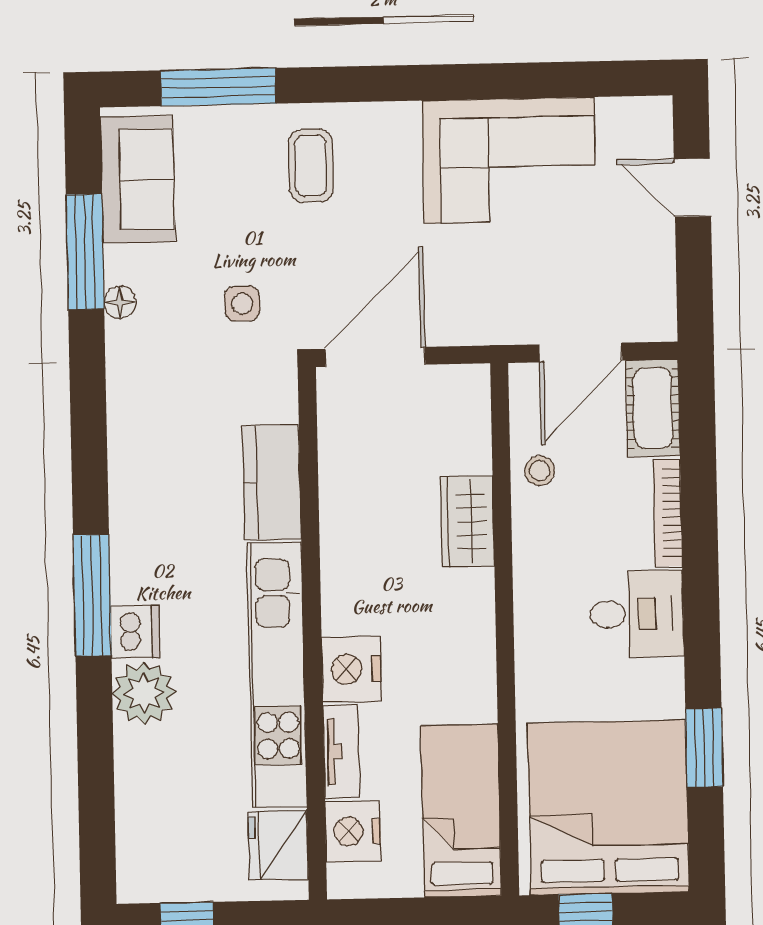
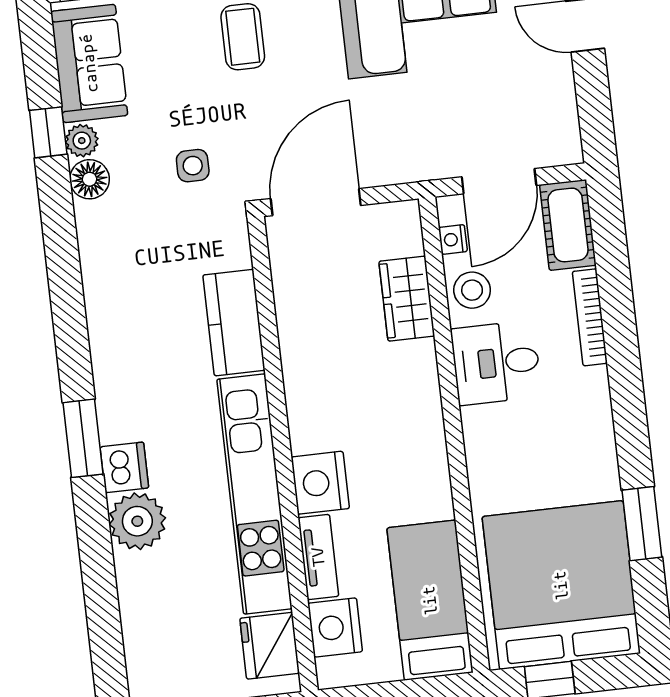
window: (85, 252) -> (48, 132), width x0.46
plant: (121, 264) -> (82, 141), added
floor lamp: (120, 302) -> (90, 179), width x1.37, depth x1.37
nightstand: (524, 413) -> (453, 239), added
stool: (540, 471) -> (472, 290), width x1.37, depth x1.37
wardrobe: (467, 521) -> (407, 299), moved
window: (92, 595) -> (83, 438), width x0.69
desk: (637, 614) -> (496, 363), moved, turned 180

